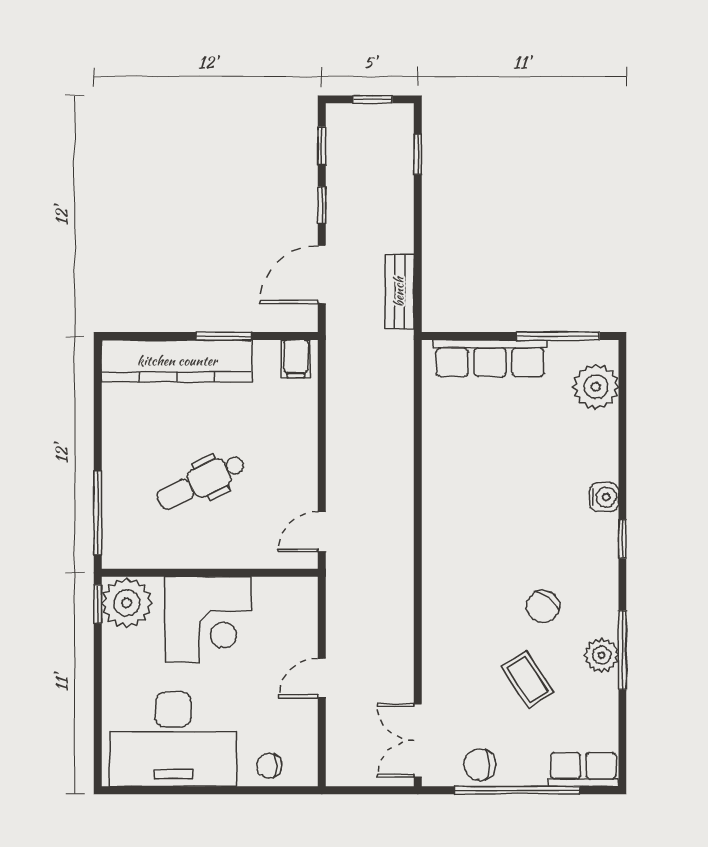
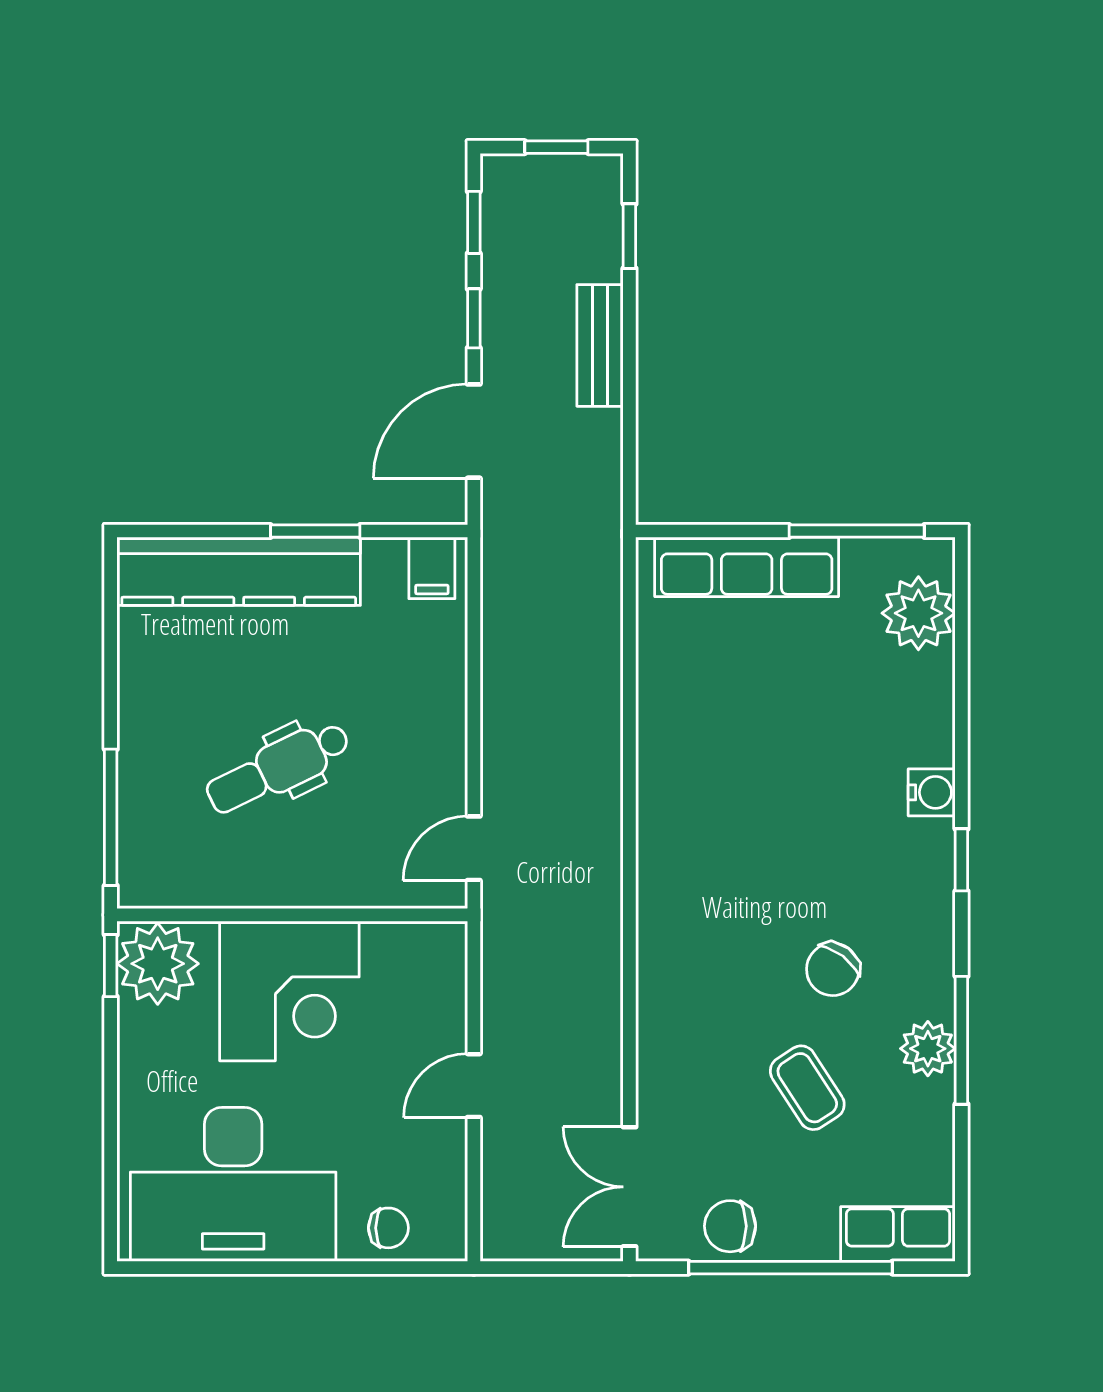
bench: (399, 292) -> (600, 345), moved
chair: (269, 766) -> (388, 1228), turned 180

